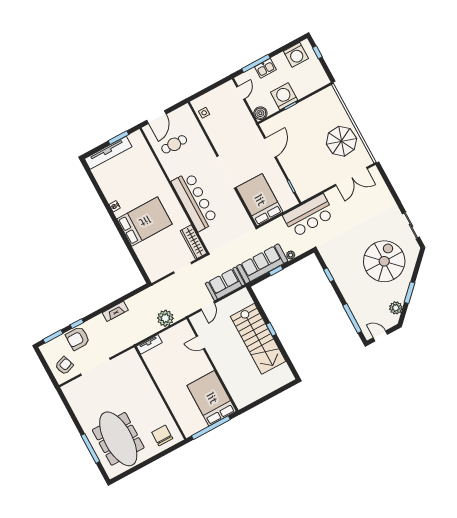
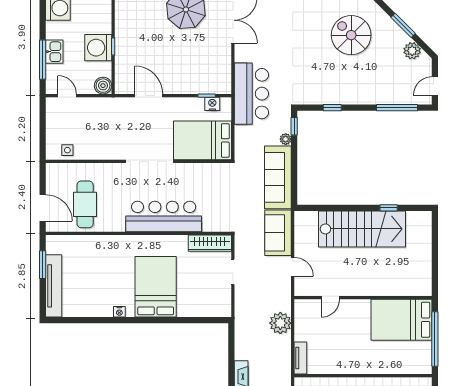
cafe table: (174, 144) -> (85, 204), width x1.37, depth x1.35
nightstand: (288, 193) -> (212, 104), added
spiral stairs: (384, 261) -> (351, 35), width x0.73, depth x0.73
window: (276, 271) -> (294, 126), moved
window: (271, 329) -> (389, 208), moved

